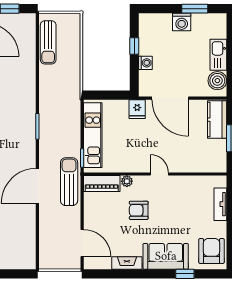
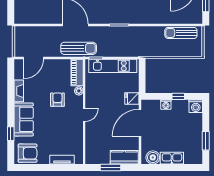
washing machine: (182, 22) -> (196, 106), moved, turned -90

